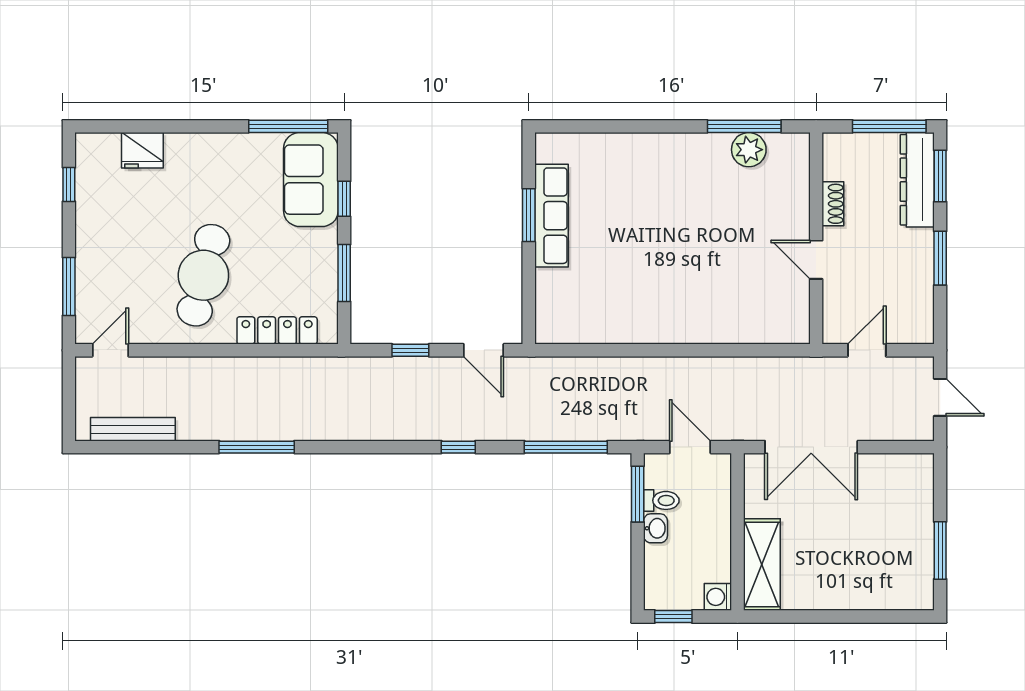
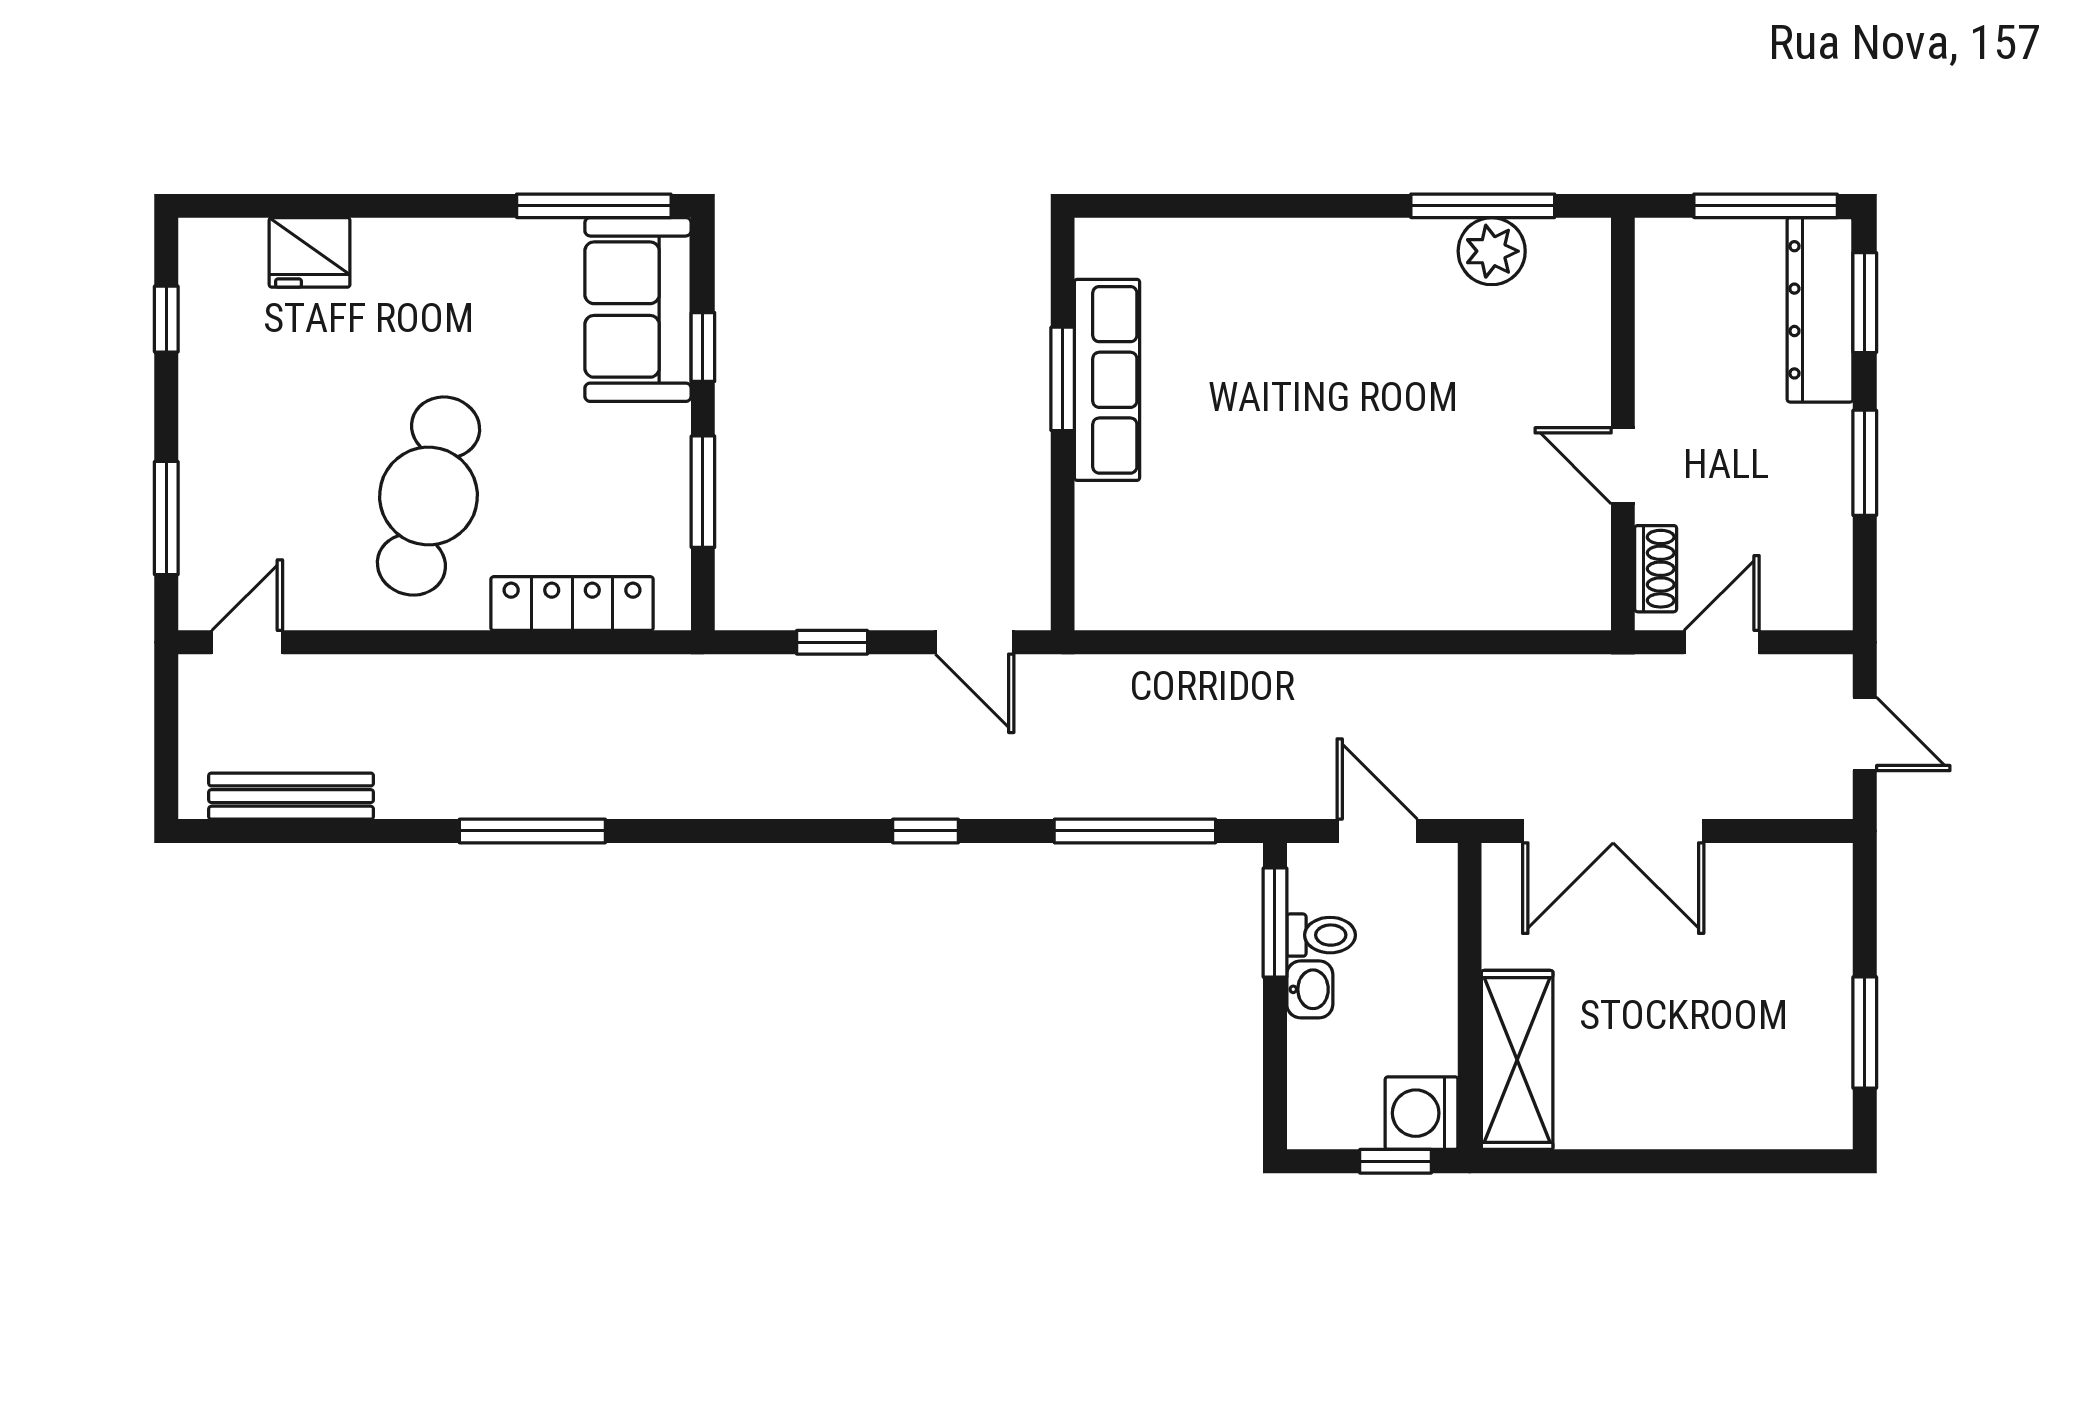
shoe rack: (833, 204) -> (1656, 569), moved
washing machine: (718, 597) -> (1421, 1113), width x1.38, depth x1.38
window: (673, 616) -> (1396, 1161), moved

